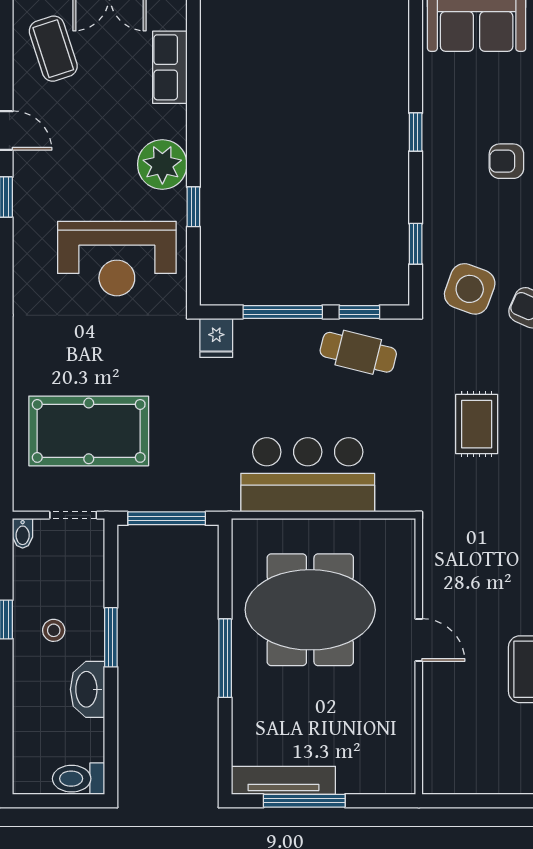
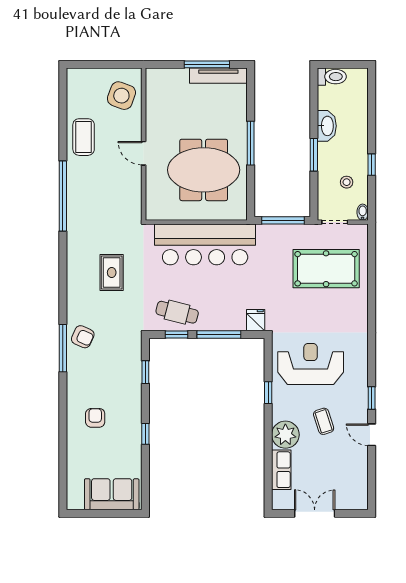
coffee table: (53, 49) -> (324, 421), moved, width x0.73, depth x0.77
armchair: (506, 161) -> (95, 418), turned -90
plant: (162, 164) -> (285, 435), moved
side table: (470, 289) -> (121, 96), moved
bar counter: (308, 475) -> (205, 244), width x1.36
stool: (54, 630) -> (347, 182), moved

